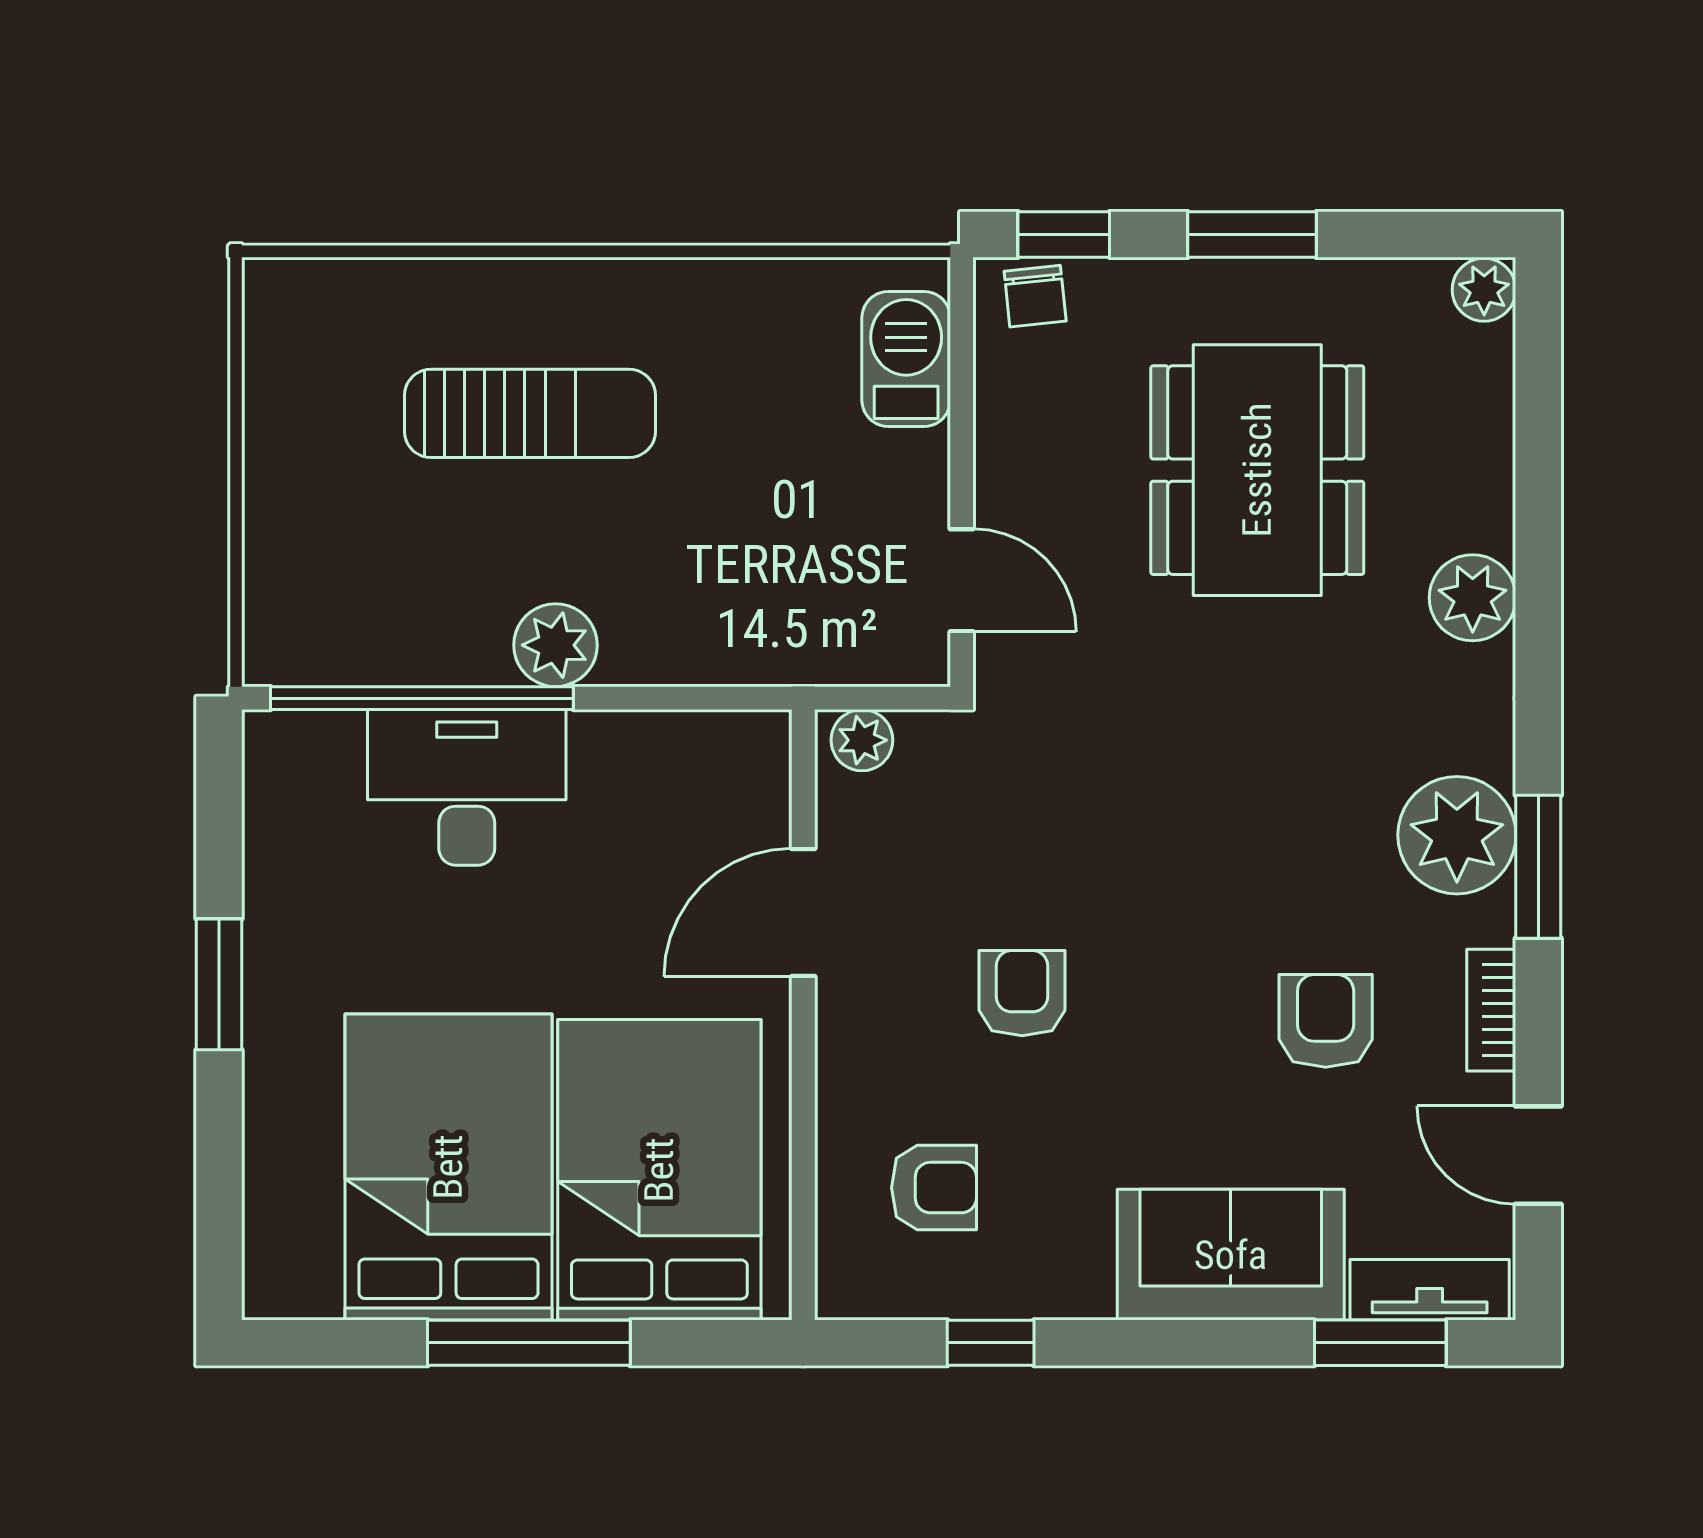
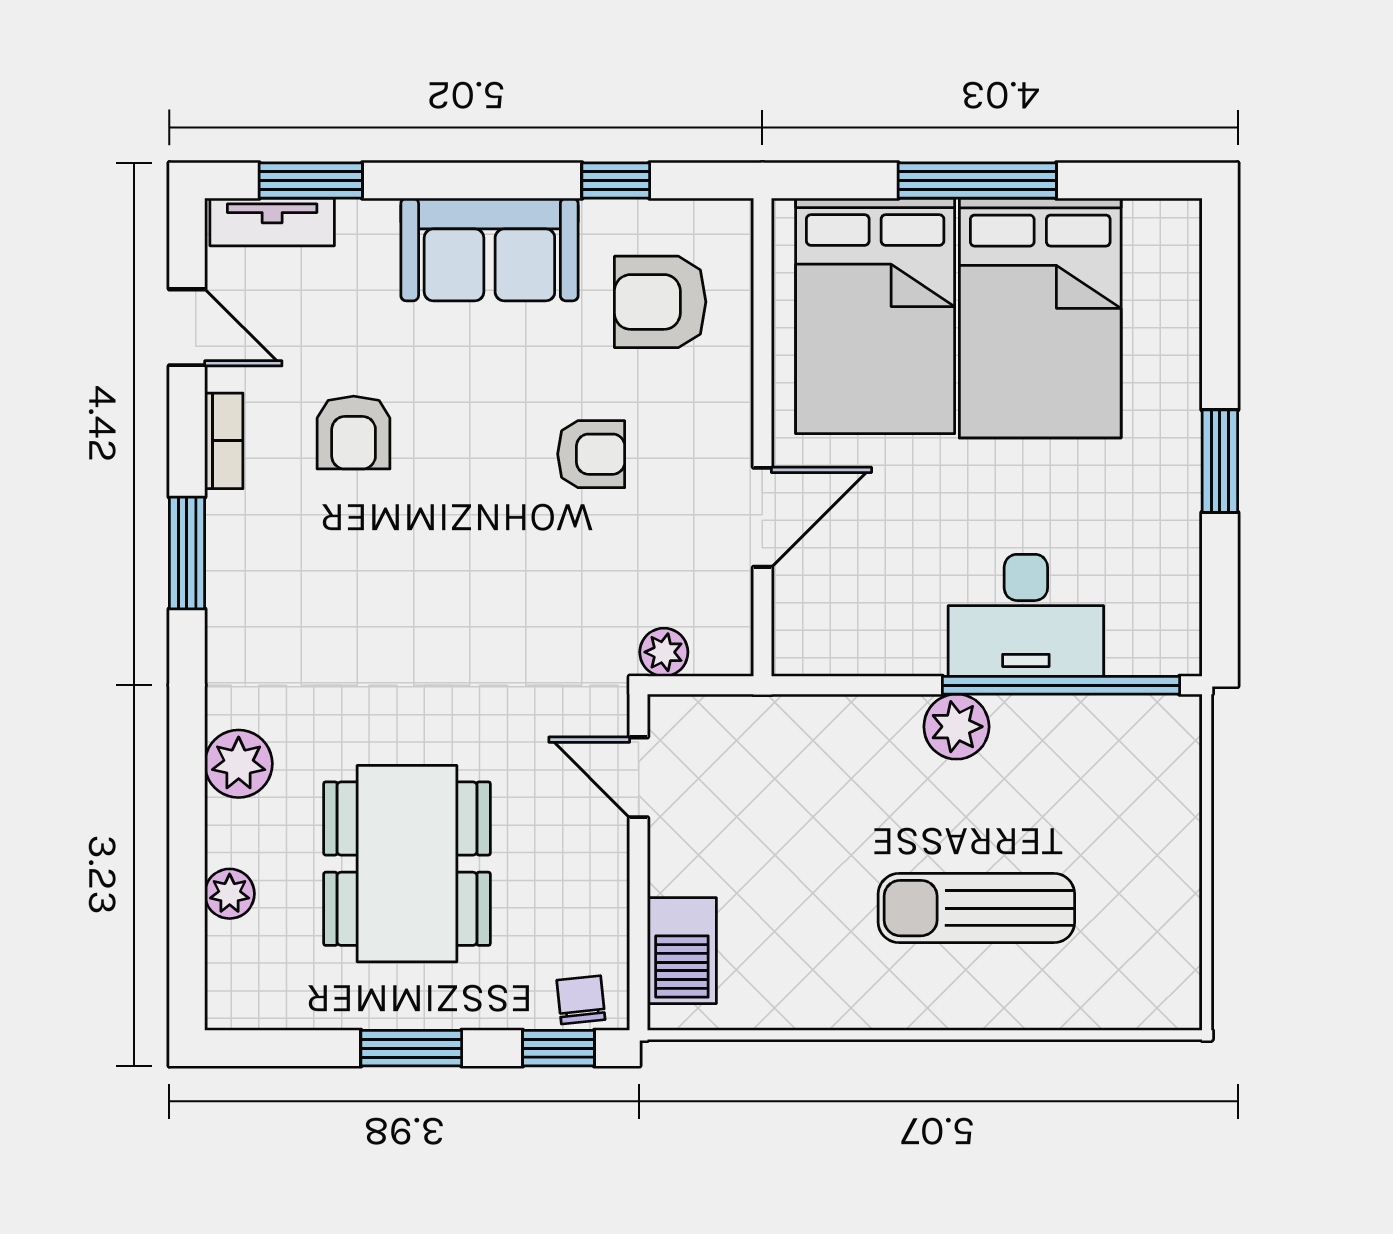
plant: (1484, 290) -> (230, 894), moved
plant: (862, 740) -> (664, 652), moved
plant: (1457, 835) -> (251, 578), removed
armchair: (1022, 993) -> (591, 454), turned -90
armchair: (934, 1188) -> (660, 302), width x1.38, depth x1.38
sofa: (1231, 1255) -> (489, 250), moved

